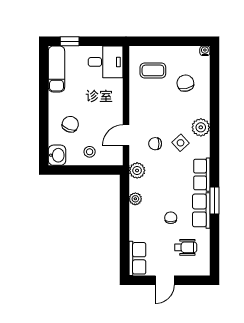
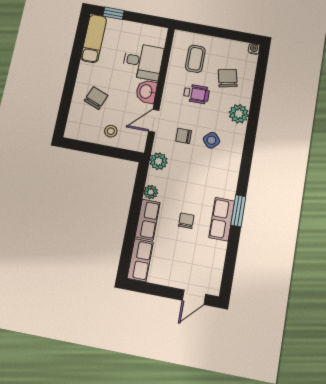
desk: (106, 62) -> (143, 61), moved
coffee table: (153, 70) -> (195, 59), turned 90
plant: (201, 127) -> (239, 114), moved
washbasin: (57, 155) -> (146, 92), moved, turned 180
row of seats: (202, 175) -> (148, 220), moved, turned 180
wheelchair: (186, 247) -> (196, 94), moved
door: (165, 280) -> (194, 297), moved

